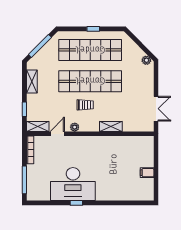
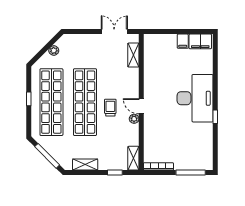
plant: (146, 60) -> (54, 51), moved
shelving: (111, 126) -> (133, 55), moved
door: (57, 134) -> (141, 106), moved
desk: (73, 184) -> (195, 98), moved
filing cabinet: (147, 189) -> (200, 41), added

